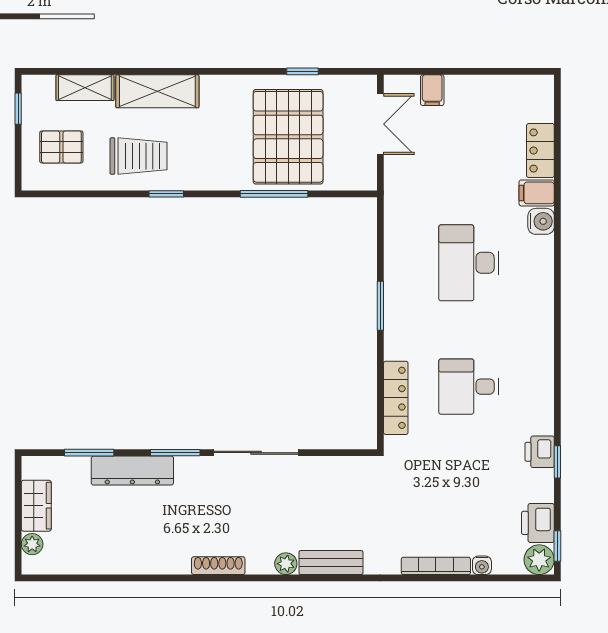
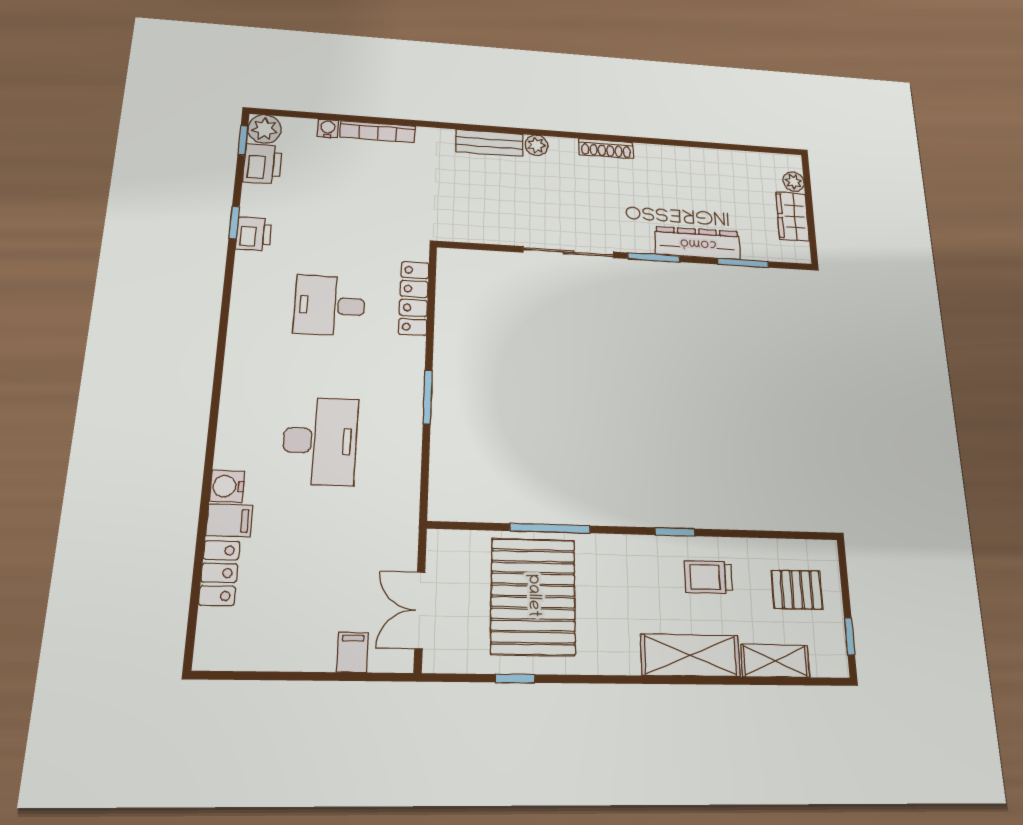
trolley: (139, 156) -> (708, 577), width x0.73, depth x0.72
desk: (469, 387) -> (330, 305), turned 180

